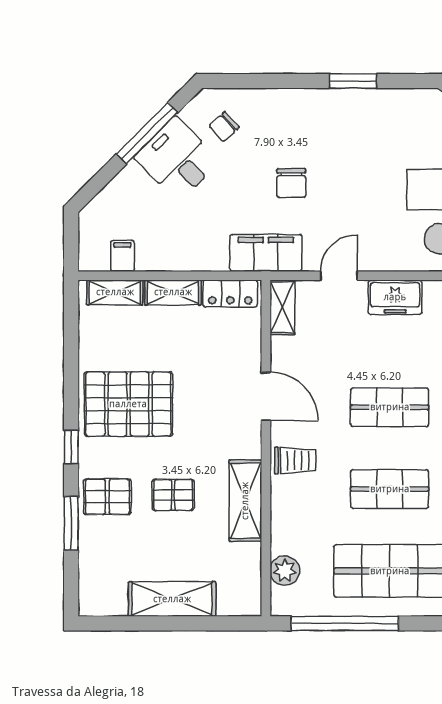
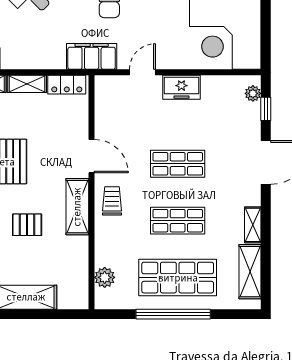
shelving: (282, 307) -> (103, 94), removed
trolley: (295, 461) -> (112, 201), turned -90
shelving: (245, 501) -> (77, 207), moved
window: (345, 623) -> (173, 314), moved

